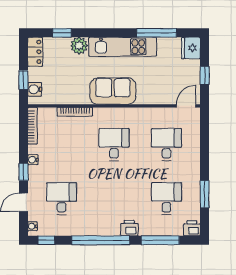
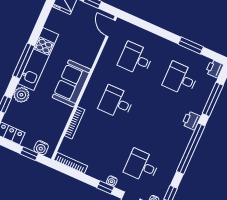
window: (157, 33) -> (24, 61), moved
water cooler: (33, 160) -> (112, 181), moved

